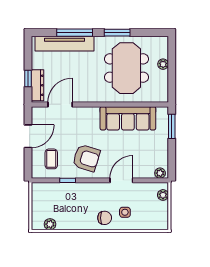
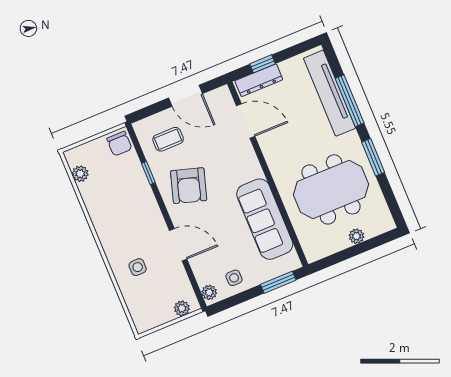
side table: (157, 153) -> (234, 278), added
chair: (105, 218) -> (119, 144), moved

